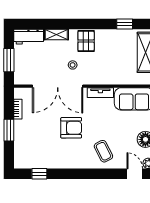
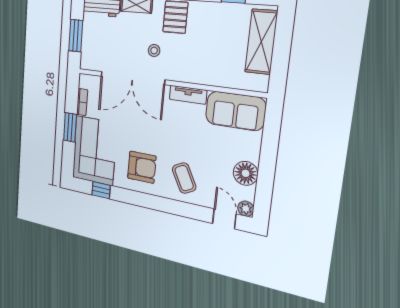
armchair: (71, 128) -> (142, 167), moved
corner sofa: (31, 144) -> (94, 151), added

